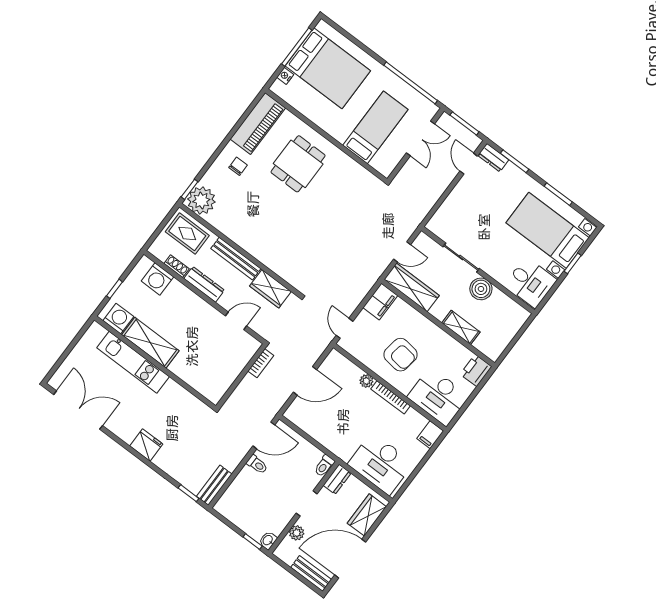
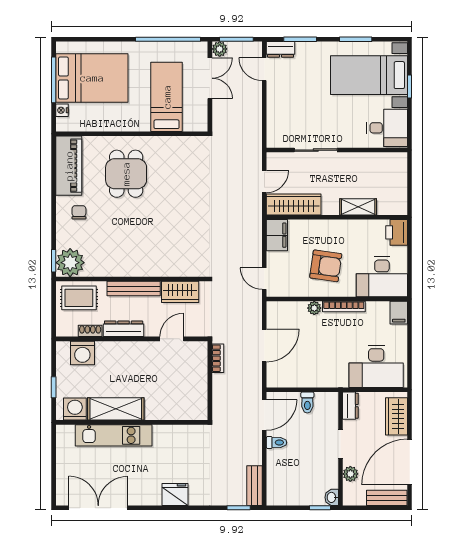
plant: (445, 121) -> (220, 49), added
boiler: (481, 289) -> (351, 163), removed
toilet: (324, 466) -> (307, 402), moved

